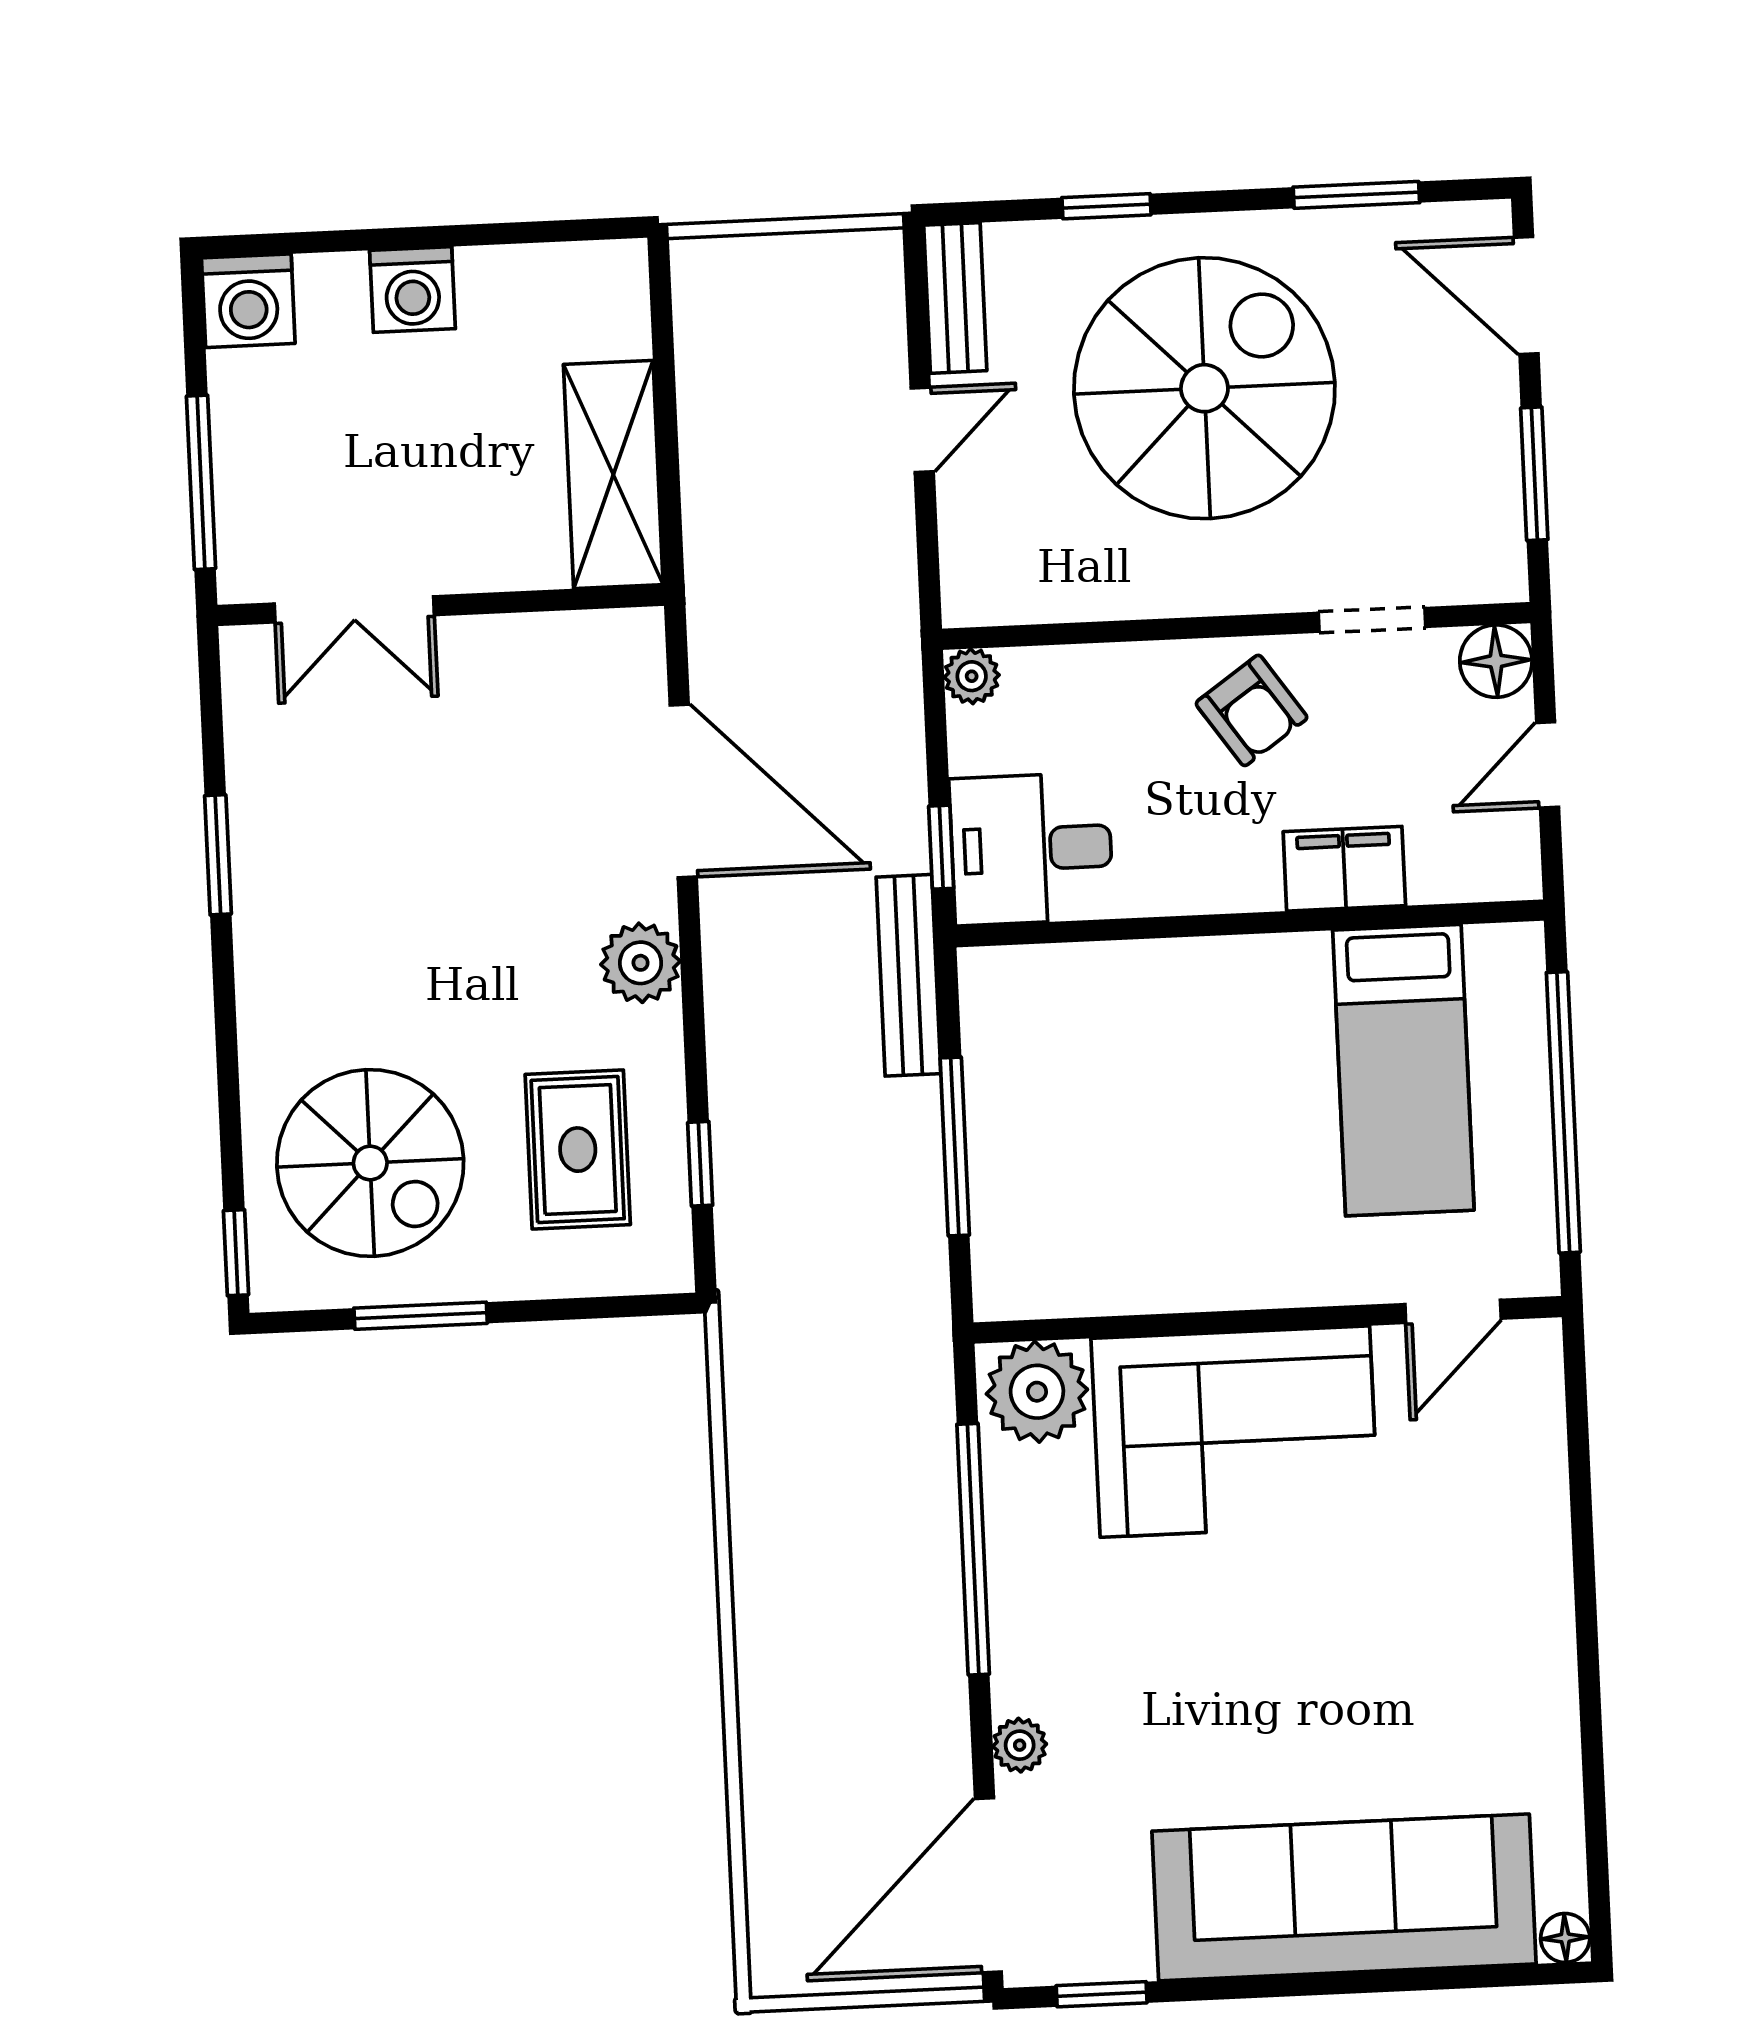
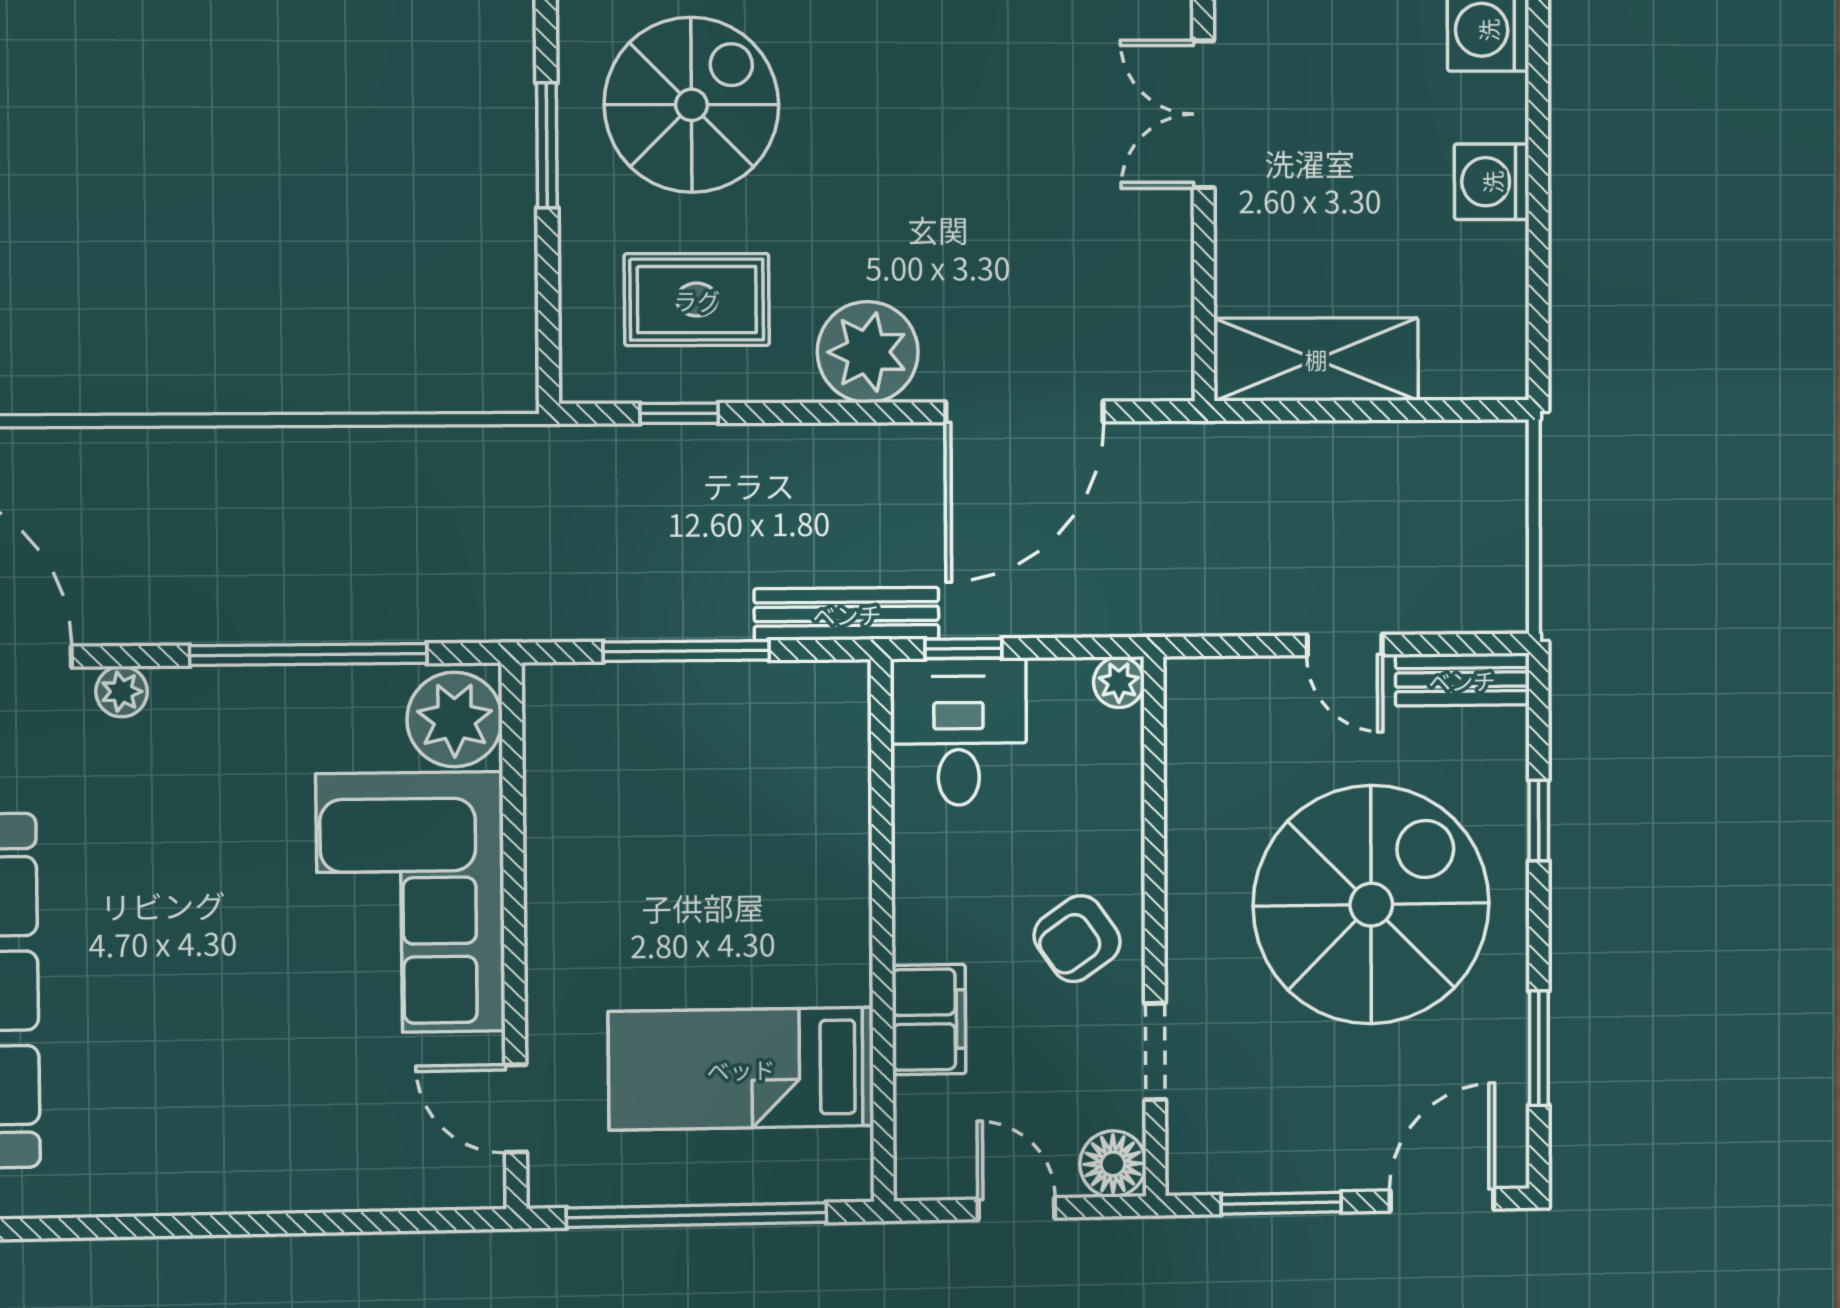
spiral stairs: (1204, 388) -> (1371, 905), turned -90
plant: (641, 963) -> (868, 352), width x1.36, depth x1.36
spiral stairs: (370, 1163) -> (692, 105), turned 180

